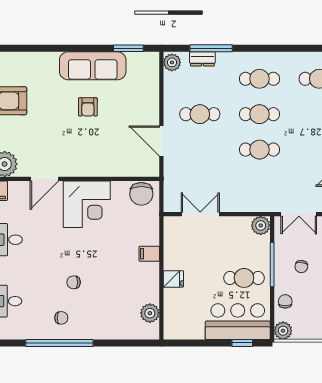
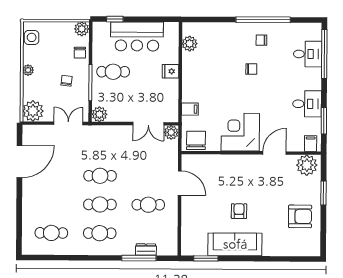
plant: (172, 62) -> (171, 132), moved
filing cabinet: (149, 254) -> (190, 109), moved
bar counter: (238, 322) -> (137, 36), moved

